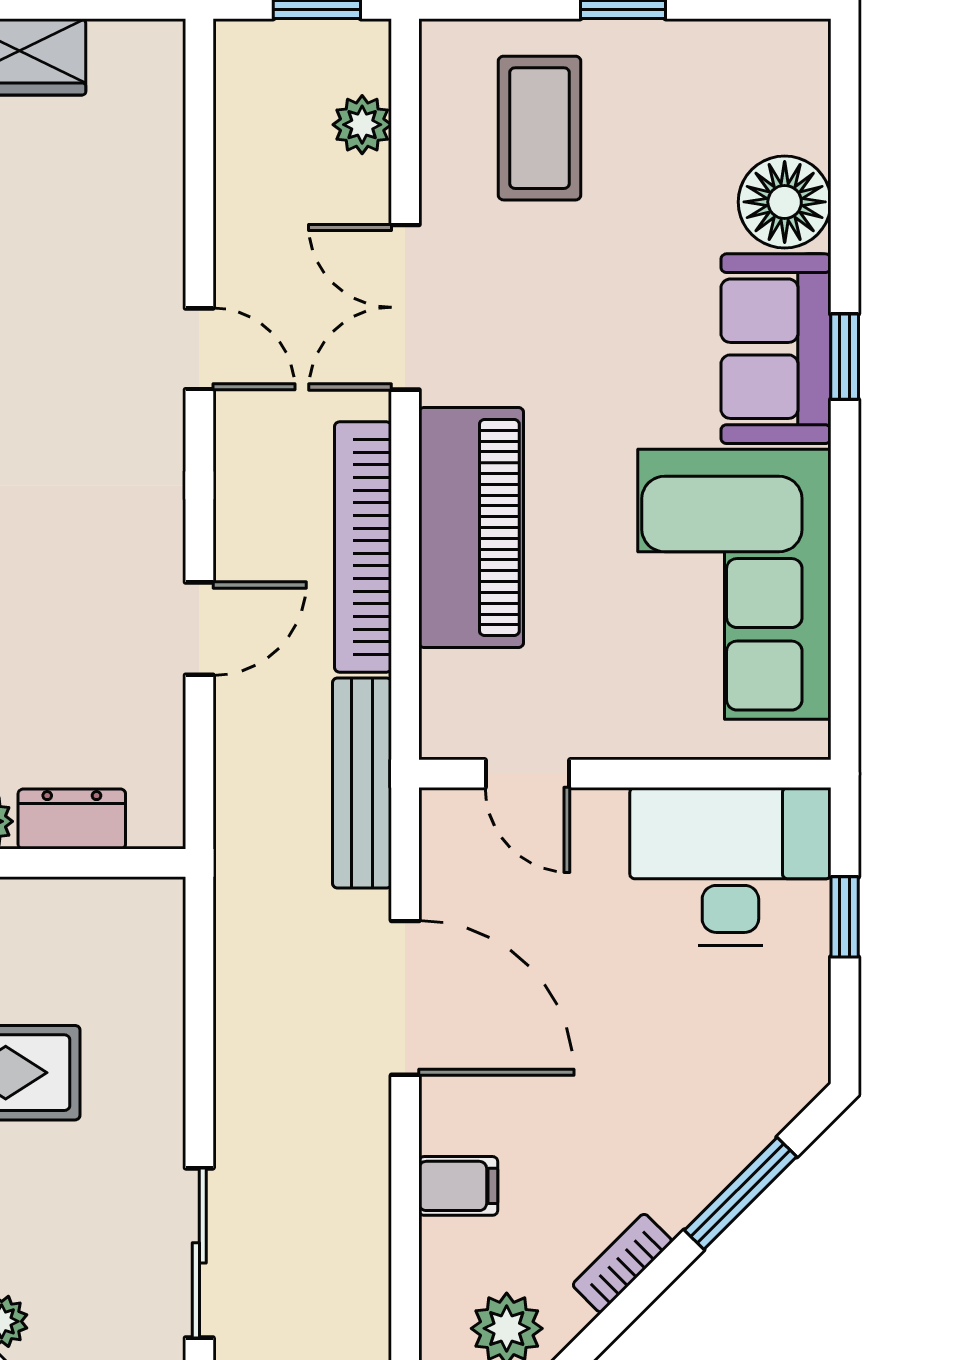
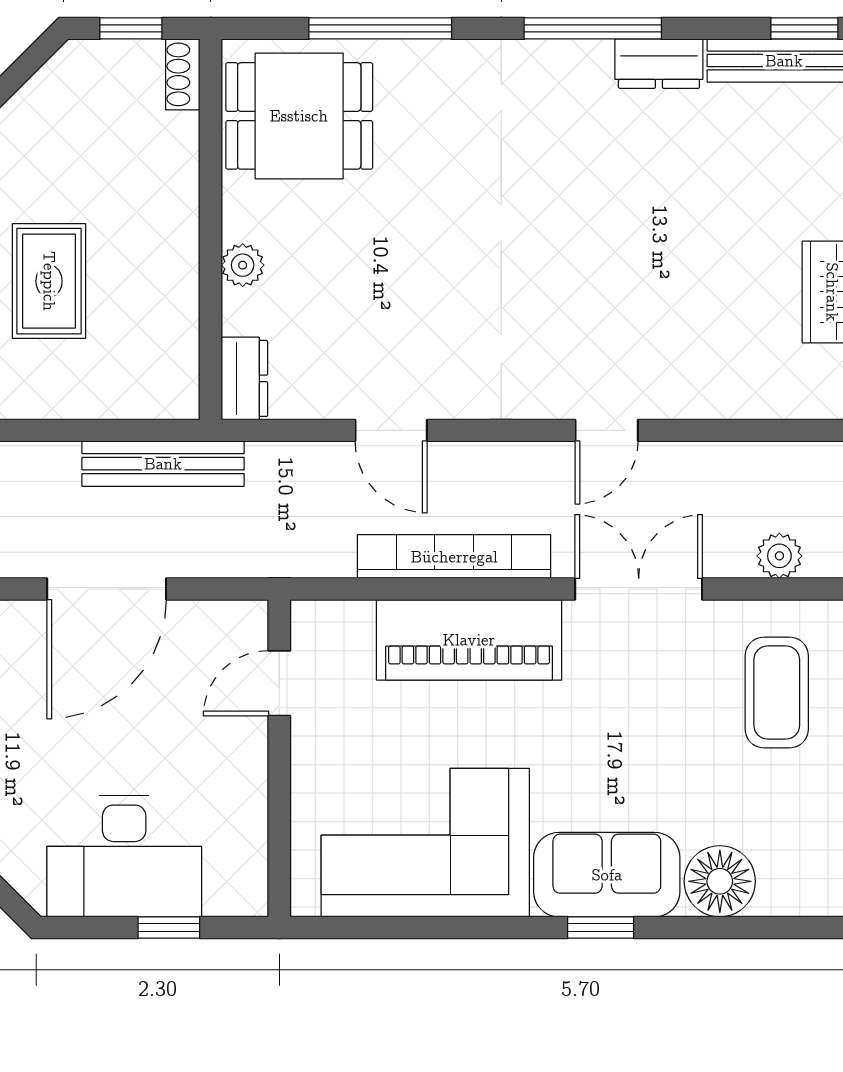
coffee table: (540, 128) -> (777, 692), turned 90
bench: (362, 783) -> (163, 464), moved
dresser: (72, 819) -> (244, 378), moved
desk: (730, 866) -> (124, 856), moved, turned 90

